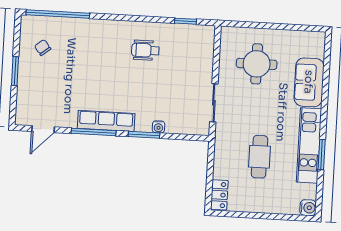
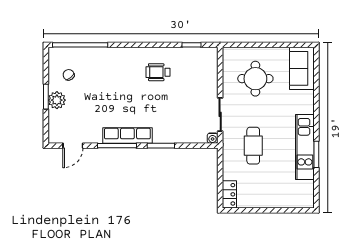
plant: (27, 76) -> (57, 100), added
sofa: (309, 82) -> (302, 68), moved
water cooler: (159, 127) -> (213, 138), moved
cafe table: (260, 157) -> (253, 146), moved
water cooler: (308, 208) -> (307, 201), removed

